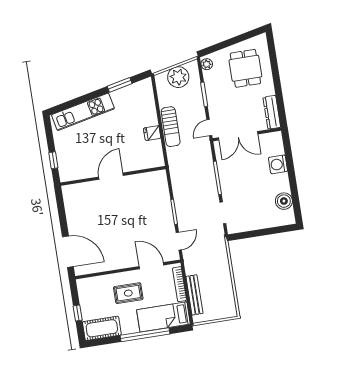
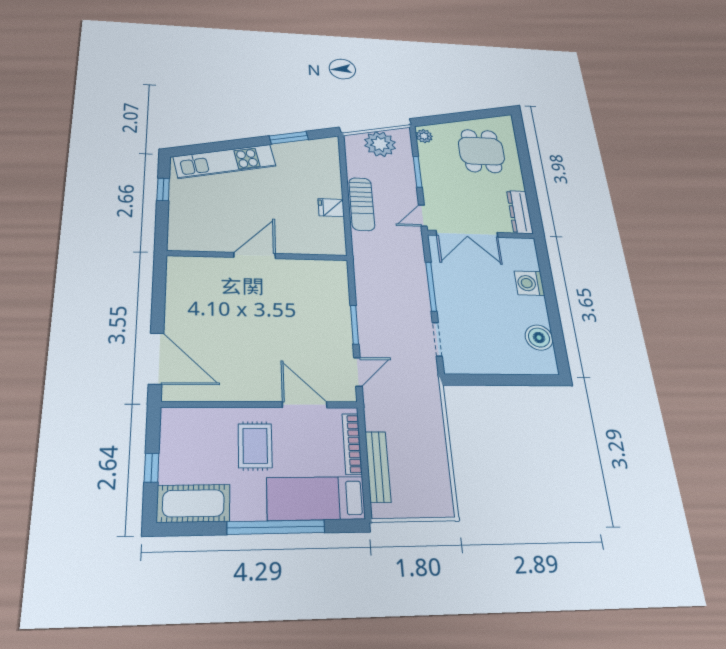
window: (53, 160) -> (163, 189), moved
rug: (128, 293) -> (255, 446), turned 90

